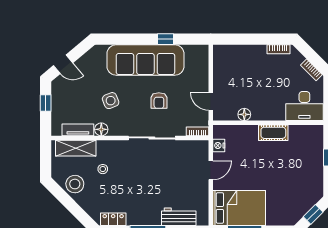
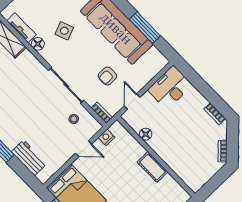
window: (165, 39) -> (145, 28), width x2.17
armchair: (159, 101) -> (107, 76), moved
desk: (304, 106) -> (170, 88), moved, turned 90
stool: (103, 169) -> (74, 119), moved

